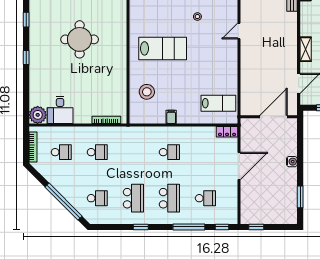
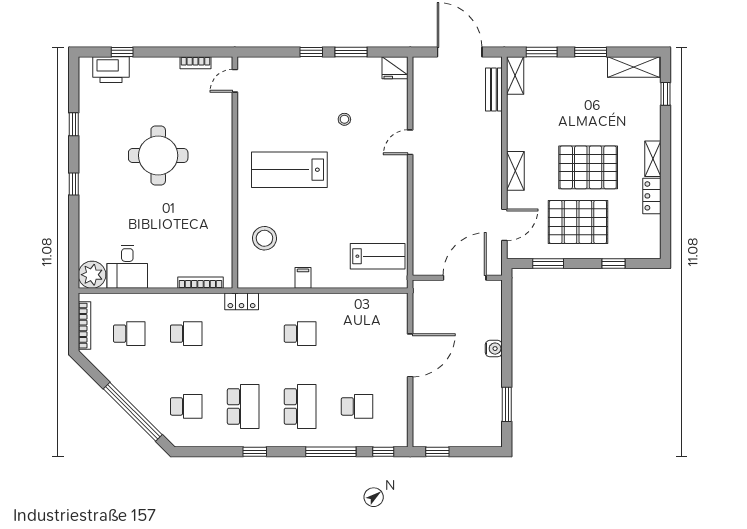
lab bench: (163, 48) -> (289, 170), turned 180
locker: (227, 132) -> (242, 301), moved

